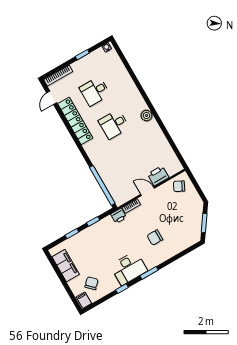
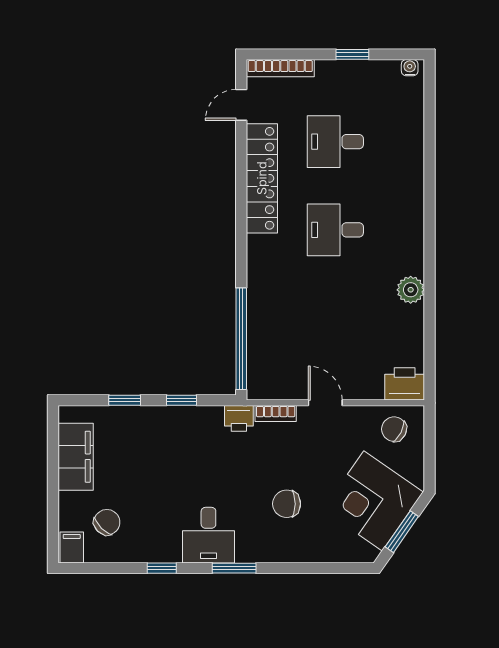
plant: (146, 116) -> (411, 290), moved
printer: (158, 176) -> (405, 384), moved
corner desk: (187, 218) -> (373, 501), added
desk: (129, 268) -> (208, 535), width x0.73

